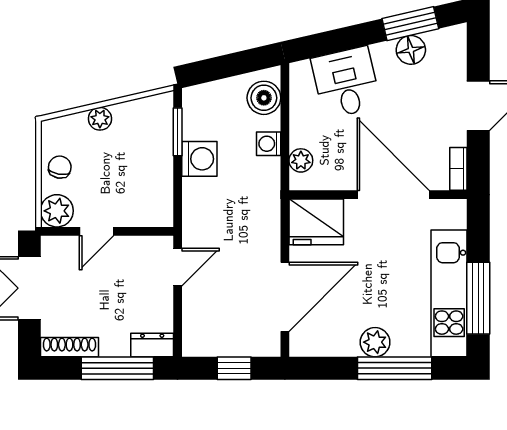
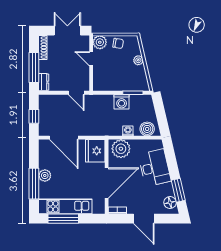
floor lamp: (411, 50) -> (170, 203), moved
desk: (346, 83) -> (155, 168), width x1.37
plant: (301, 160) -> (121, 149), width x1.87, depth x1.87

